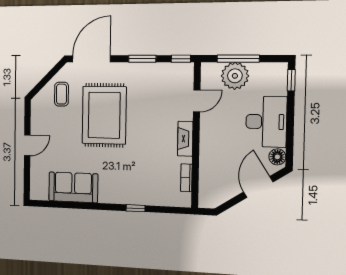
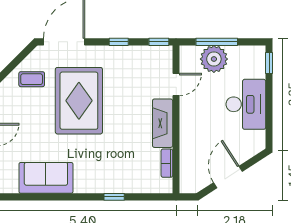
window: (142, 59) -> (119, 42), width x0.67
coffee table: (61, 94) -> (32, 79), turned 90
fireplace: (185, 139) -> (163, 123), width x1.37, depth x1.32
floor lamp: (277, 157) -> (257, 139), removed
door: (258, 187) -> (228, 177), moved

